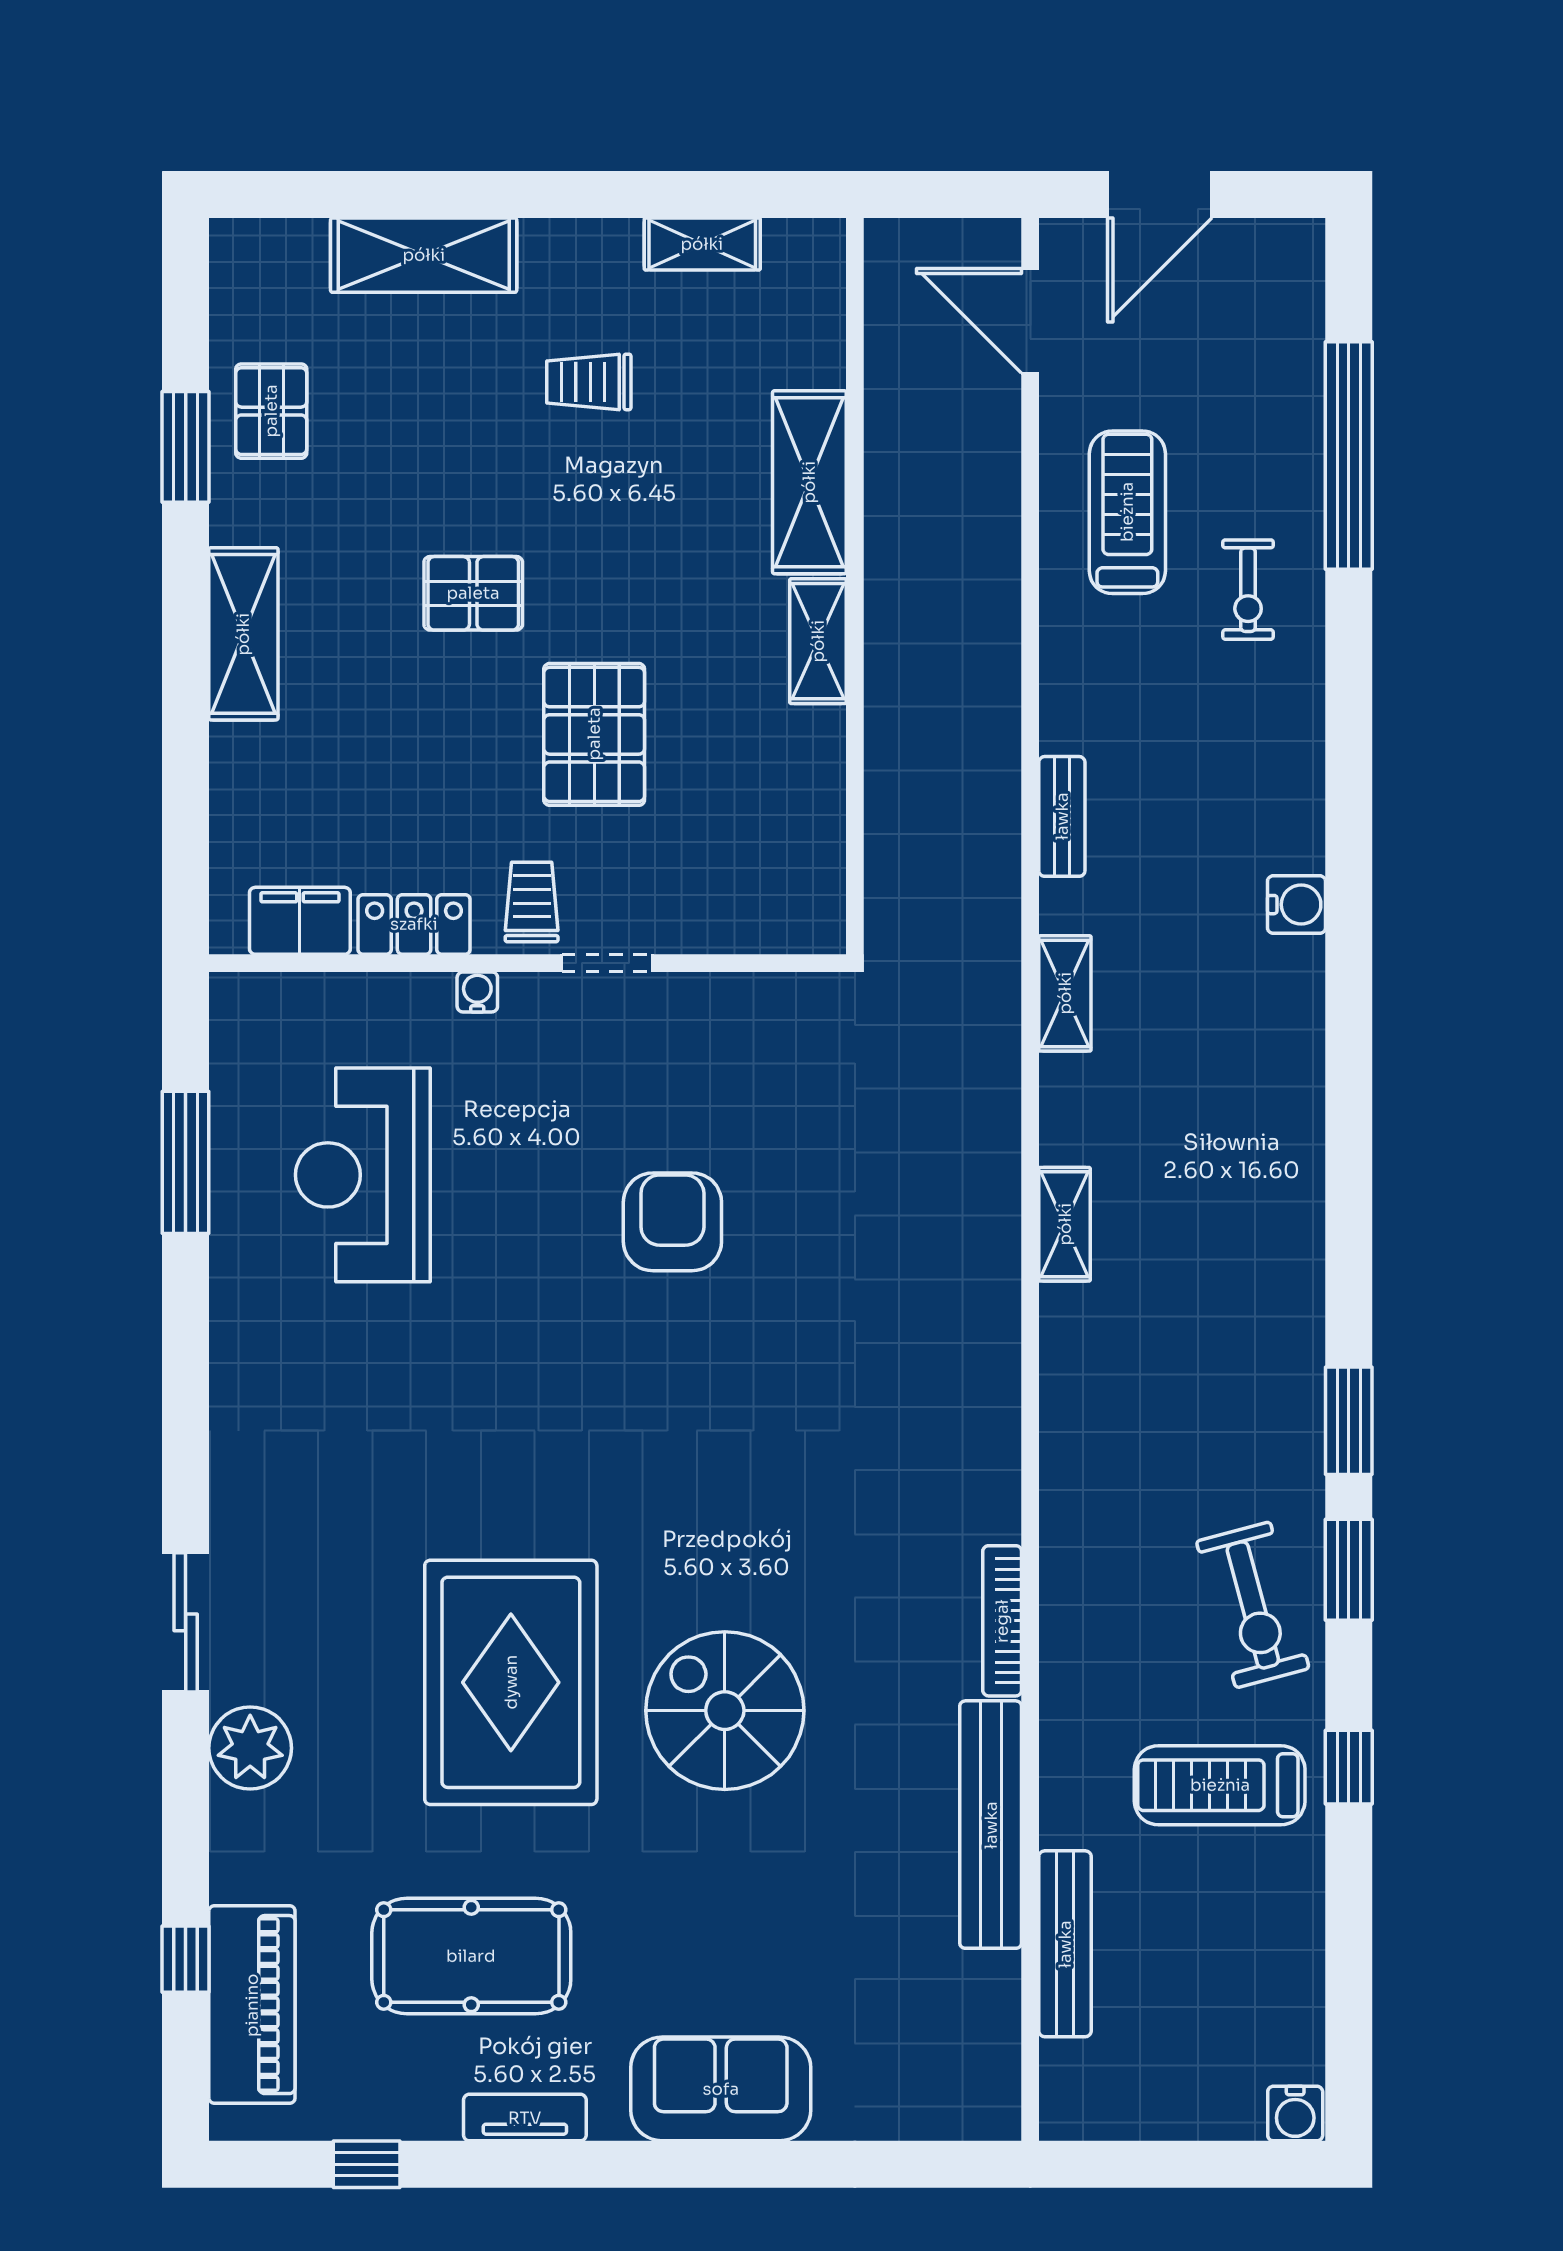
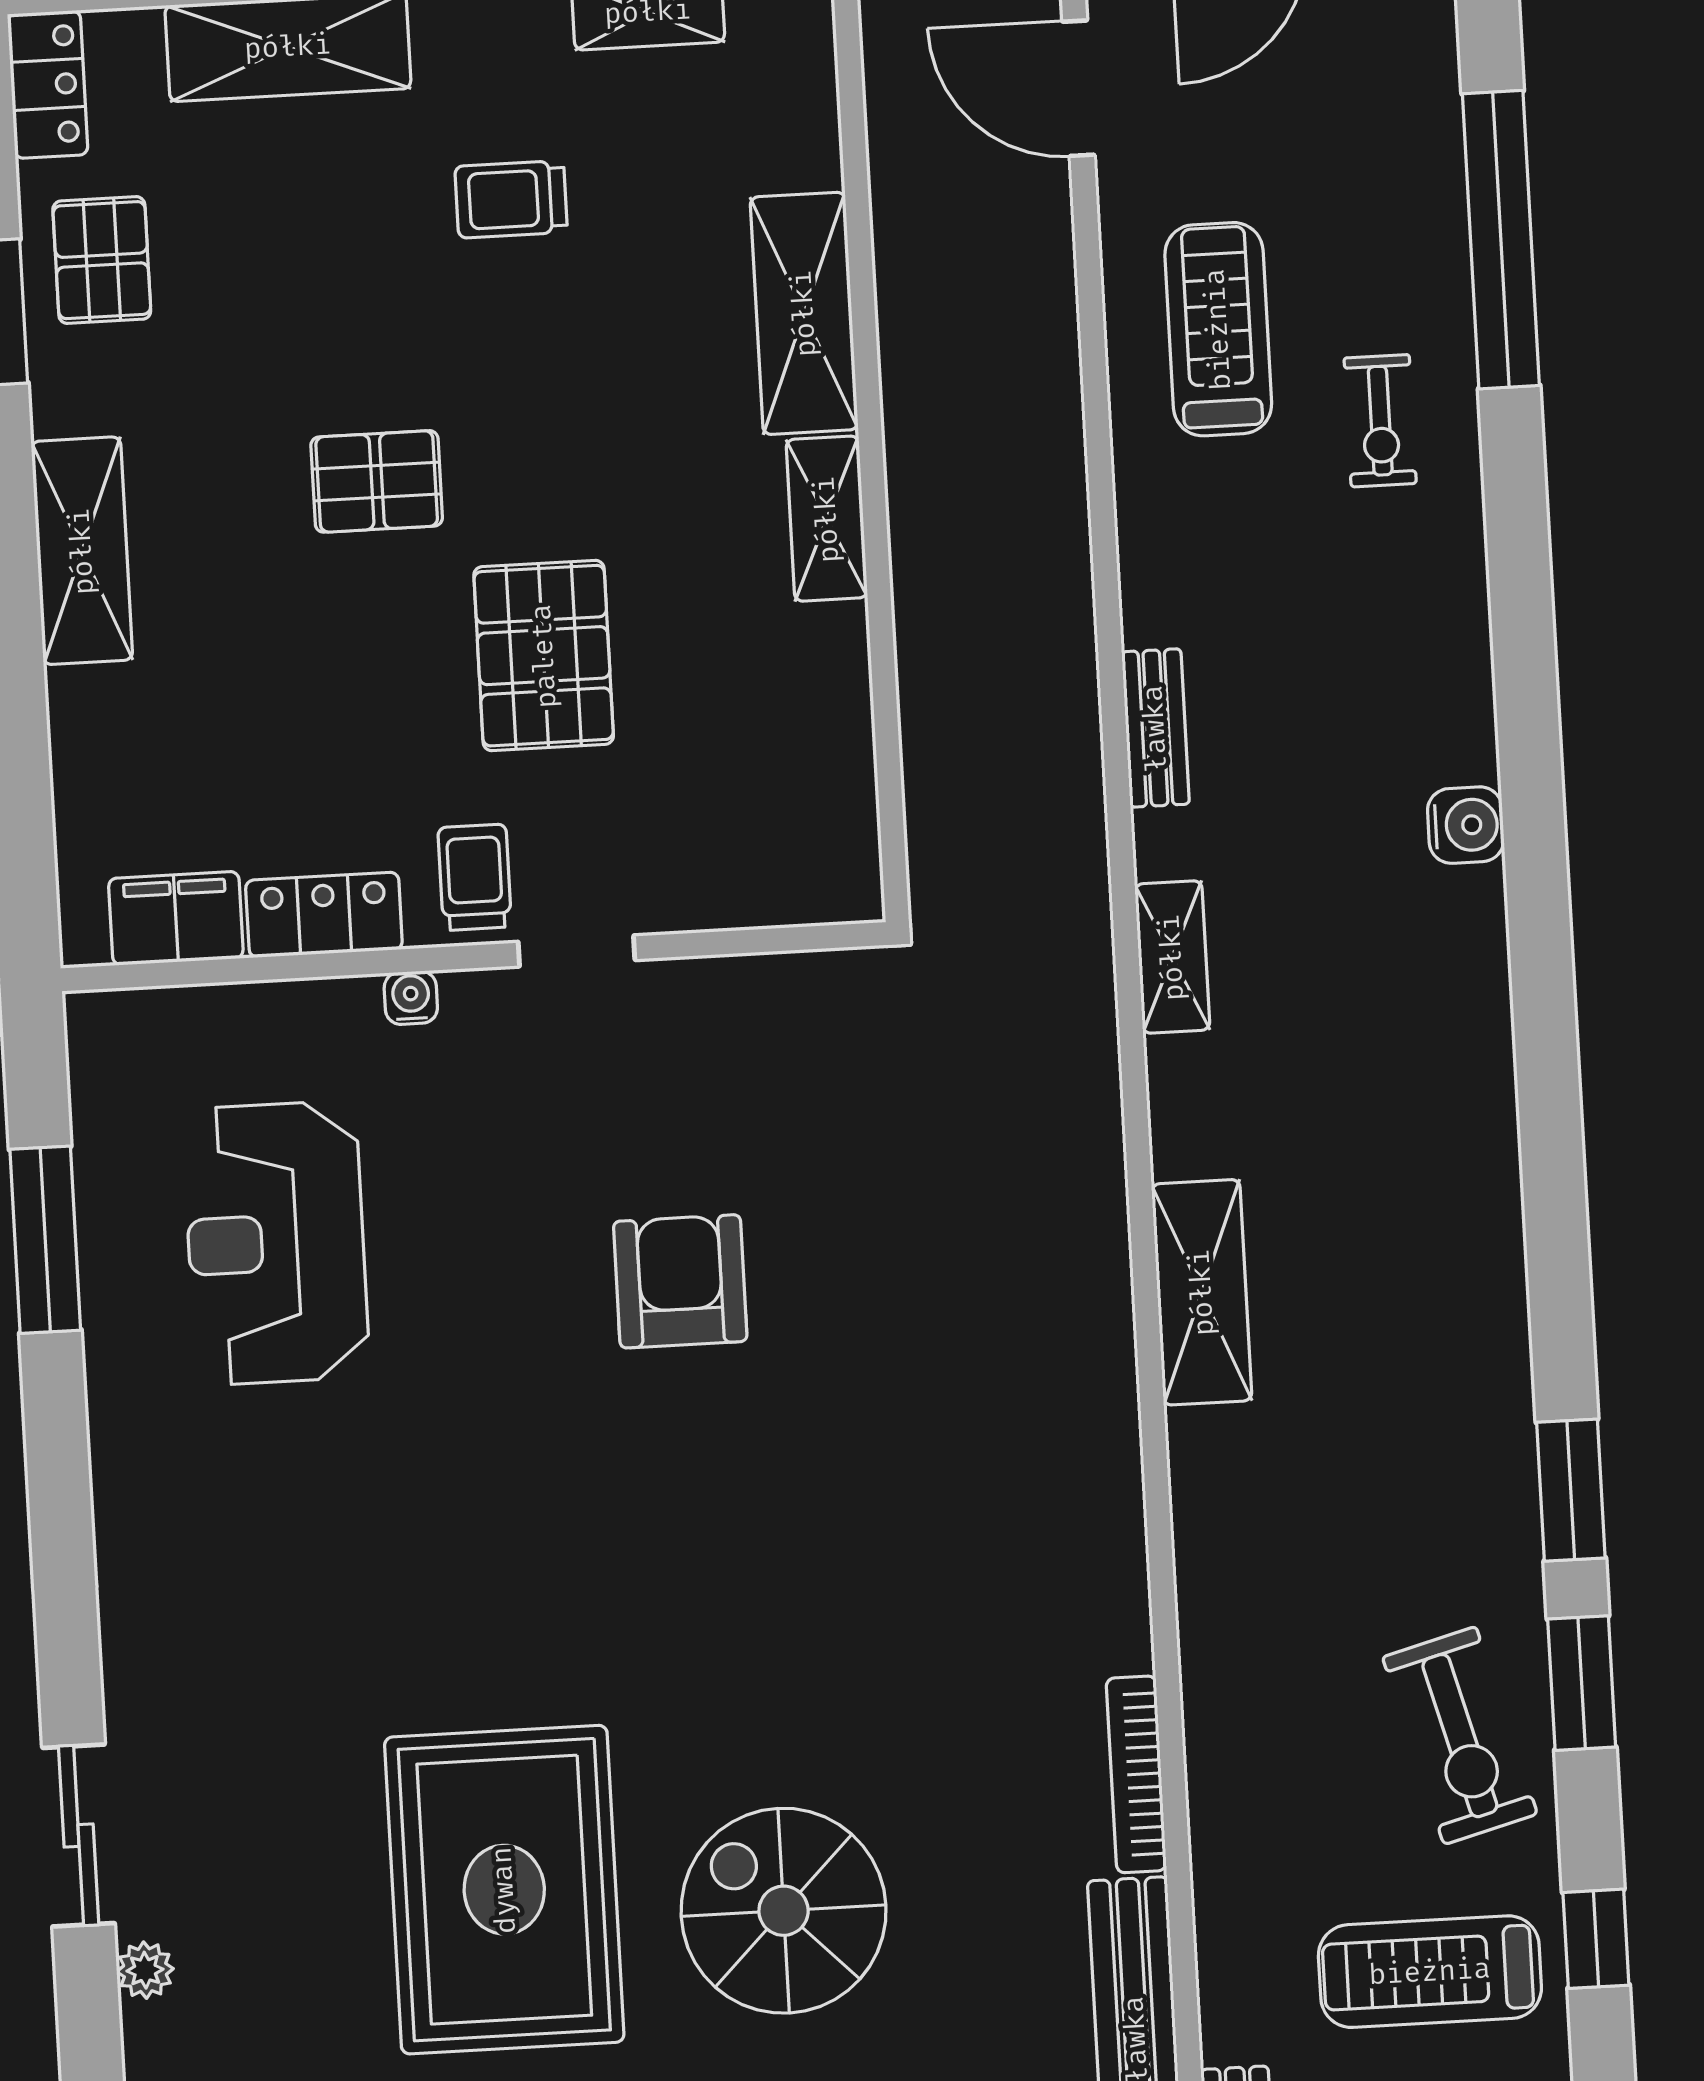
locker: (237, 274) -> (48, 84), added
shelving: (1065, 1224) -> (1202, 1292), width x1.50, depth x1.33
plant: (250, 1748) -> (145, 1970), width x0.53, depth x0.53

